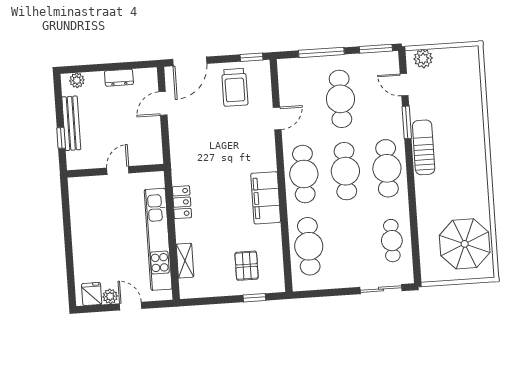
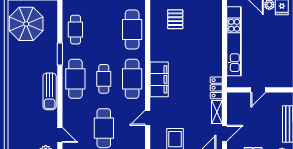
window: (407, 122) -> (60, 54), moved
cafe table: (345, 171) -> (104, 79), width x0.73, depth x0.74
filing cabinet: (266, 198) -> (159, 79), moved
locker: (182, 202) -> (216, 88), moved
shelving: (185, 261) -> (217, 112), moved

